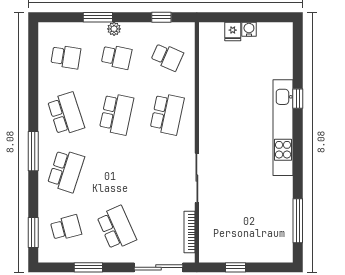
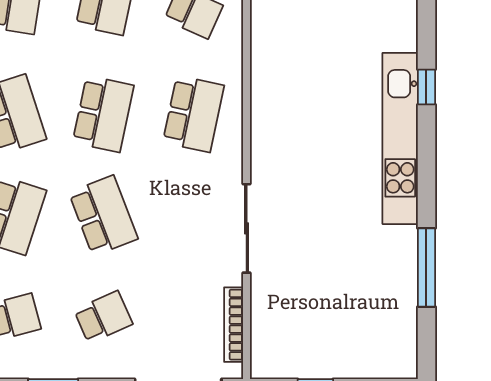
school desk: (116, 171) -> (103, 216), added
window: (298, 221) -> (426, 268), moved
school desk: (116, 228) -> (103, 317), width x0.54

